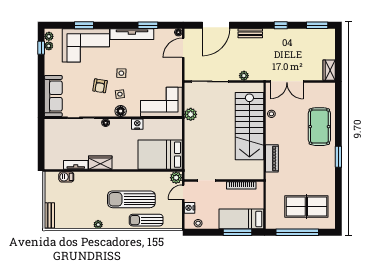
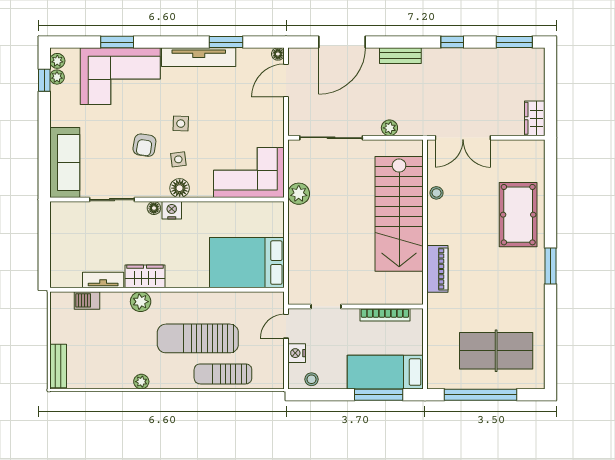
nightstand: (137, 124) -> (172, 210), moved
plant: (176, 178) -> (141, 302), moved

